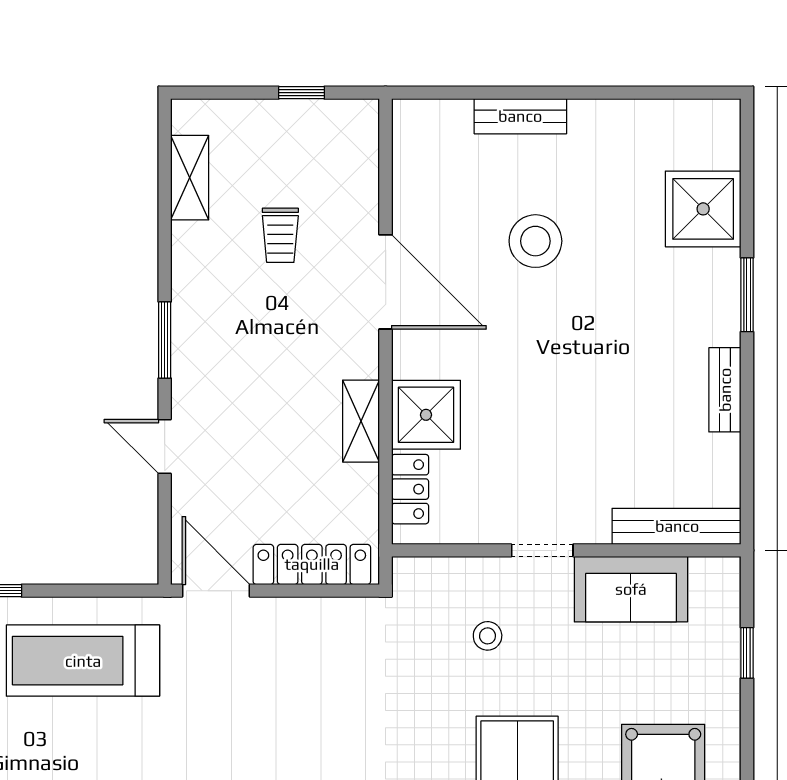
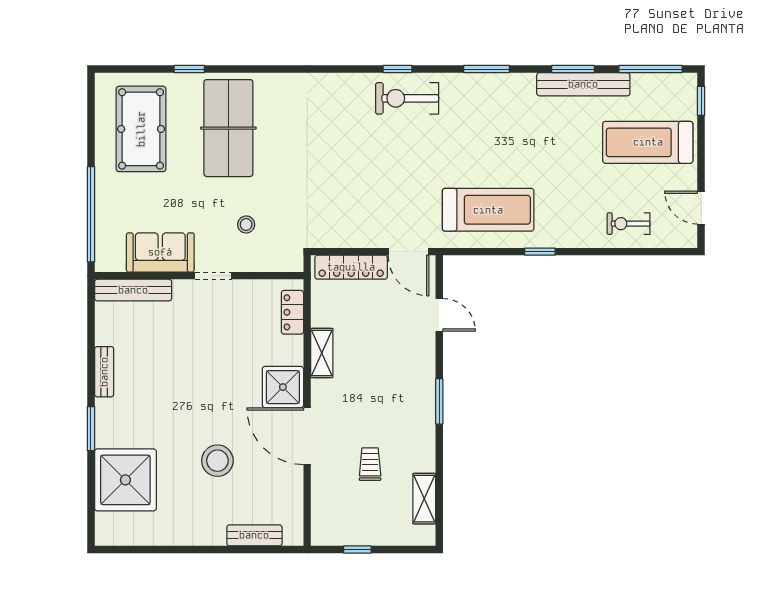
bench: (520, 116) -> (254, 535), moved
shower: (703, 209) -> (125, 480), width x1.37, depth x1.37
shower: (426, 415) -> (283, 387), moved
door: (165, 447) -> (439, 315), moved
window: (747, 653) -> (91, 214), width x3.17

